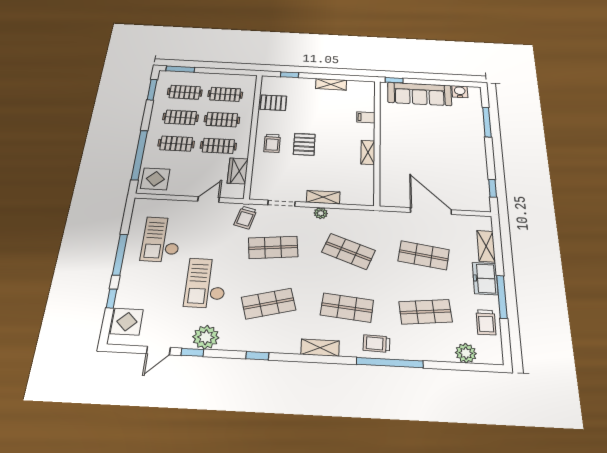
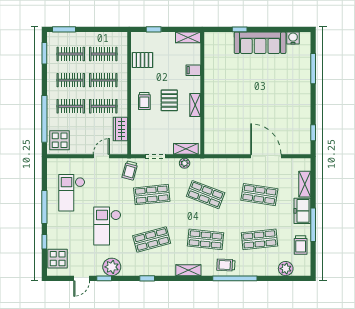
filing cabinet: (366, 117) -> (193, 70), moved
wall: (377, 141) -> (202, 93), moved
shelving: (368, 152) -> (195, 105), moved

